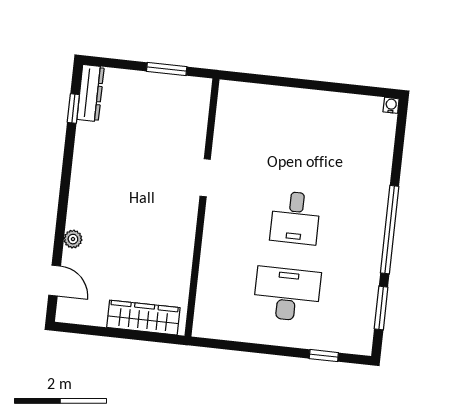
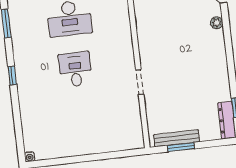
bench: (170, 83) -> (177, 138), added
window: (390, 230) -> (12, 76), width x0.32

